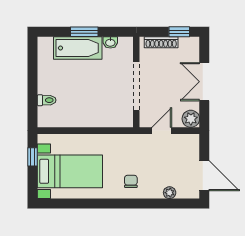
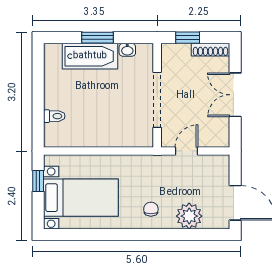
window: (179, 32) -> (188, 38), moved
shoe rack: (161, 42) -> (210, 50), moved
plant: (191, 119) -> (220, 137), removed
plant: (170, 193) -> (189, 216), width x1.87, depth x1.87

